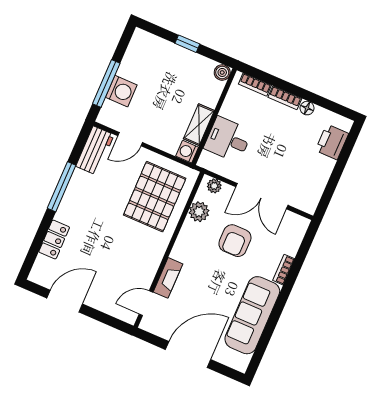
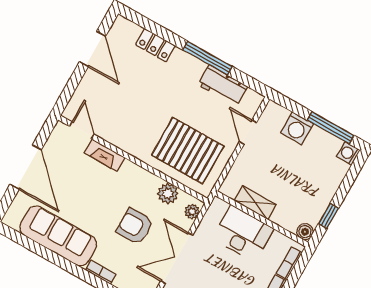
window: (187, 44) -> (328, 216), moved
window: (106, 83) -> (331, 128), moved
desk: (228, 140) -> (243, 234), width x1.37
workbench: (95, 150) -> (223, 86), moved
washing machine: (187, 152) -> (348, 153), moved, turned -90

